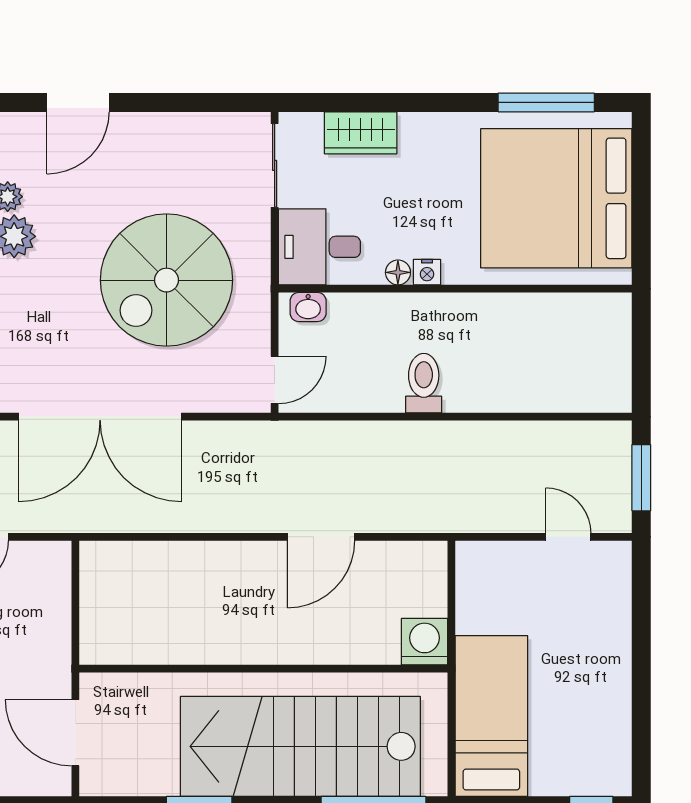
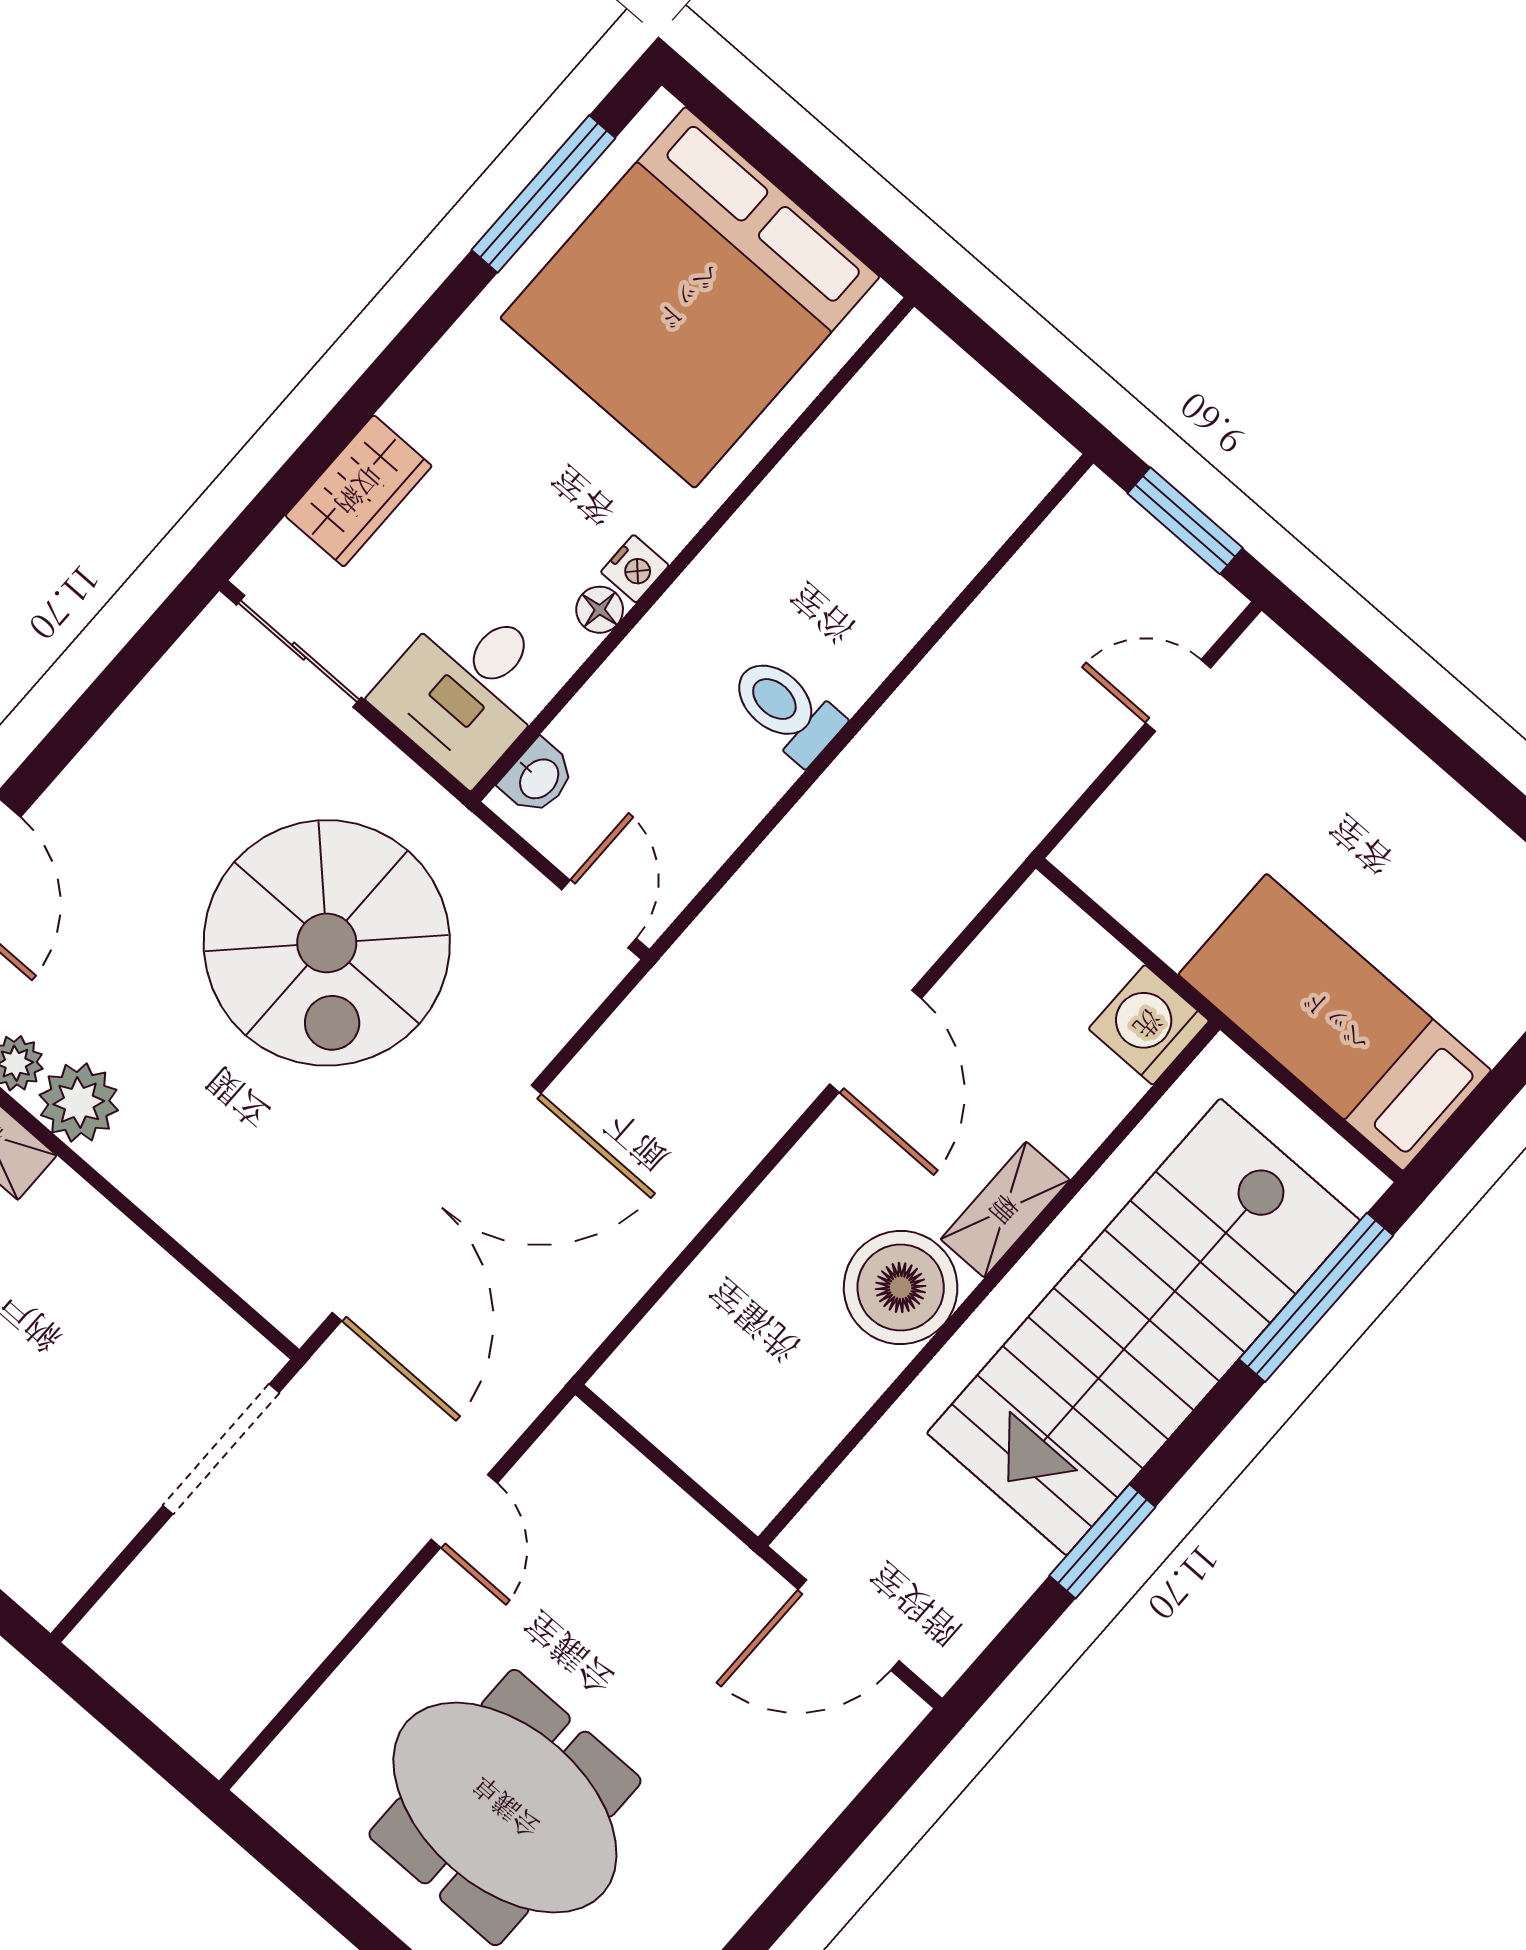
boiler: (230, 634) -> (901, 1288), added
shelving: (299, 649) -> (1005, 1210), added

